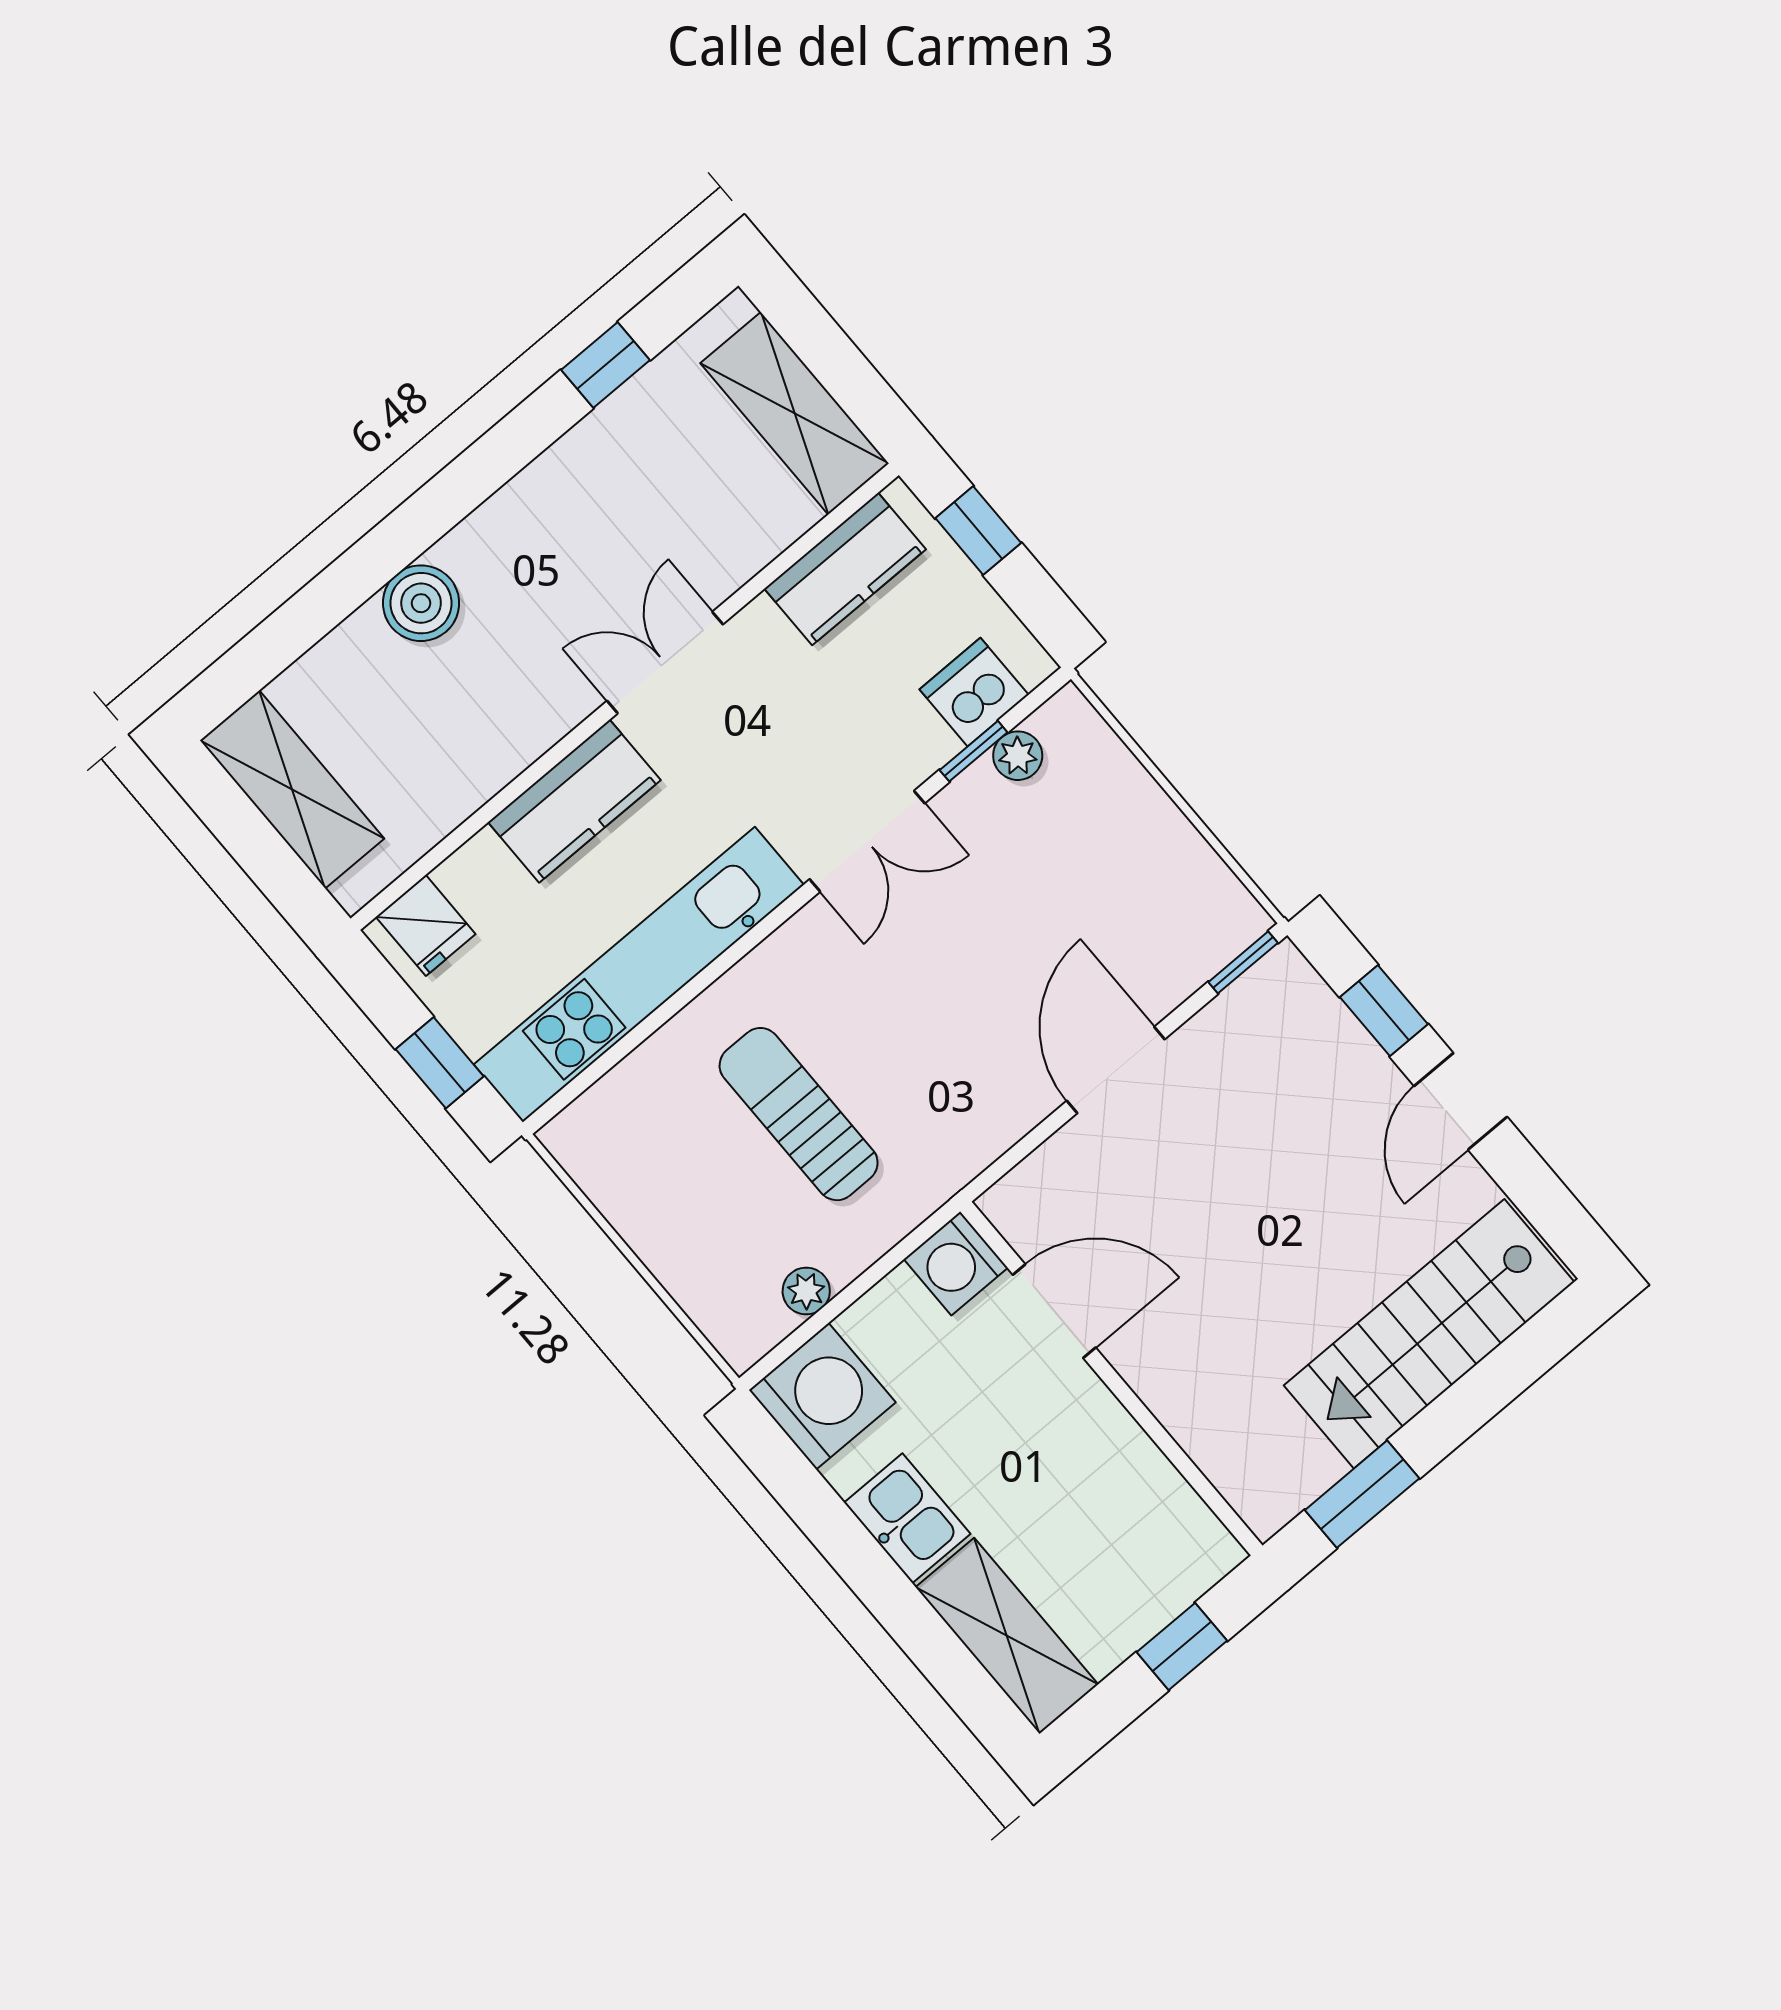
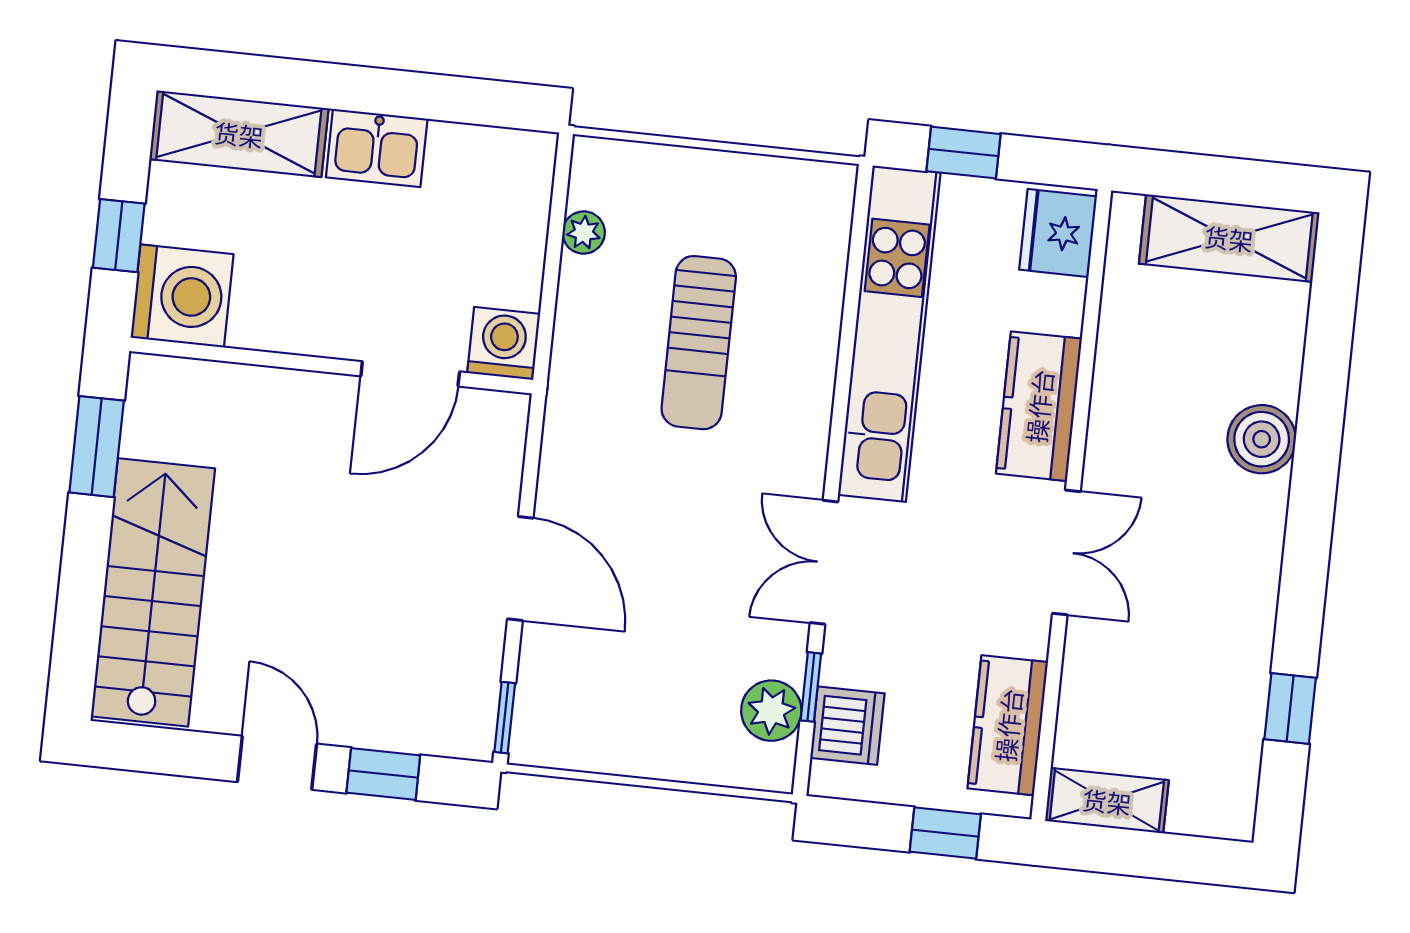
shelving: (795, 413) -> (1107, 801), width x0.67, depth x0.75
plant: (1018, 756) -> (771, 711), width x1.38, depth x1.38
fridge: (426, 925) -> (1058, 233), width x1.38
sun lounger: (799, 1114) -> (699, 343), turned 90
washing machine: (822, 1396) -> (182, 296), moved, turned -90

